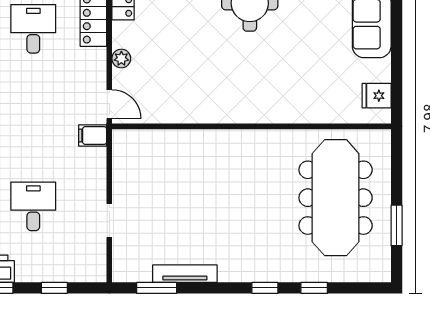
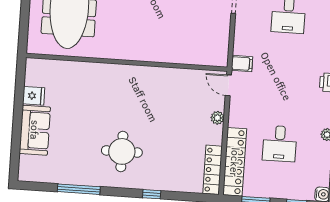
fridge: (377, 96) -> (34, 96), moved

